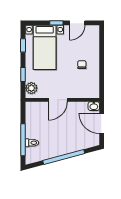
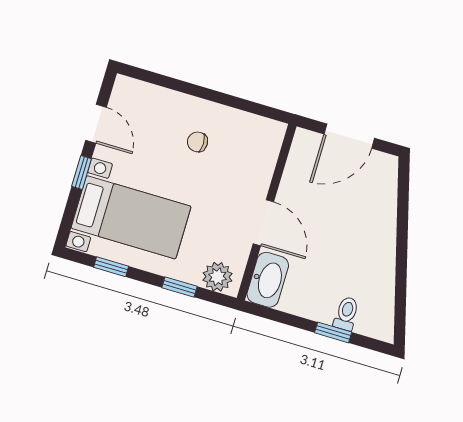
washbasin: (94, 106) -> (268, 280), moved, width x1.91, depth x1.45
window: (23, 140) -> (333, 332), width x0.46
window: (64, 157) -> (402, 249), removed

